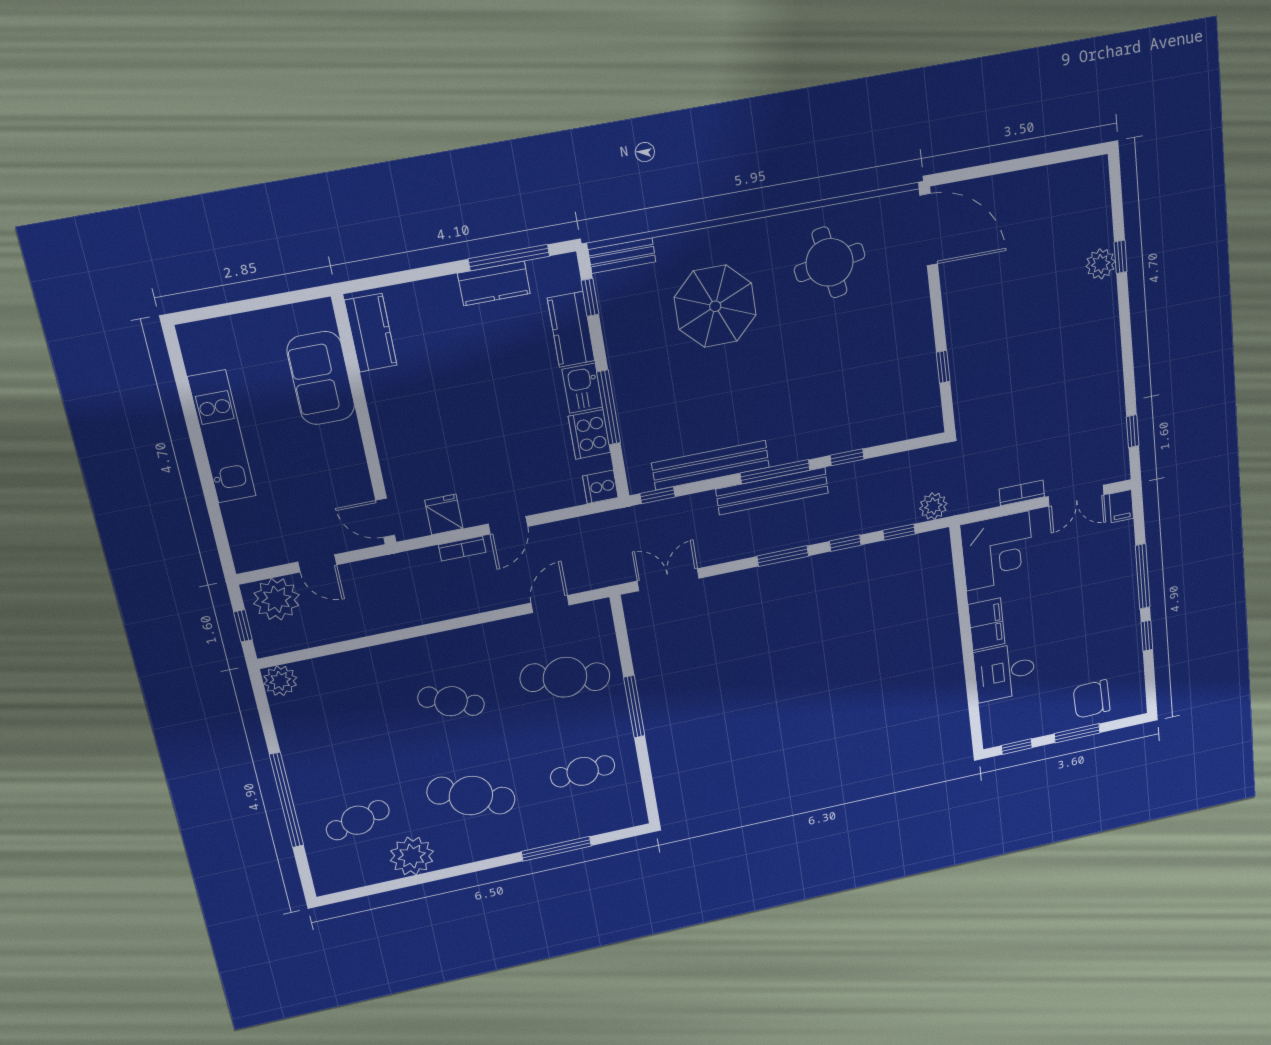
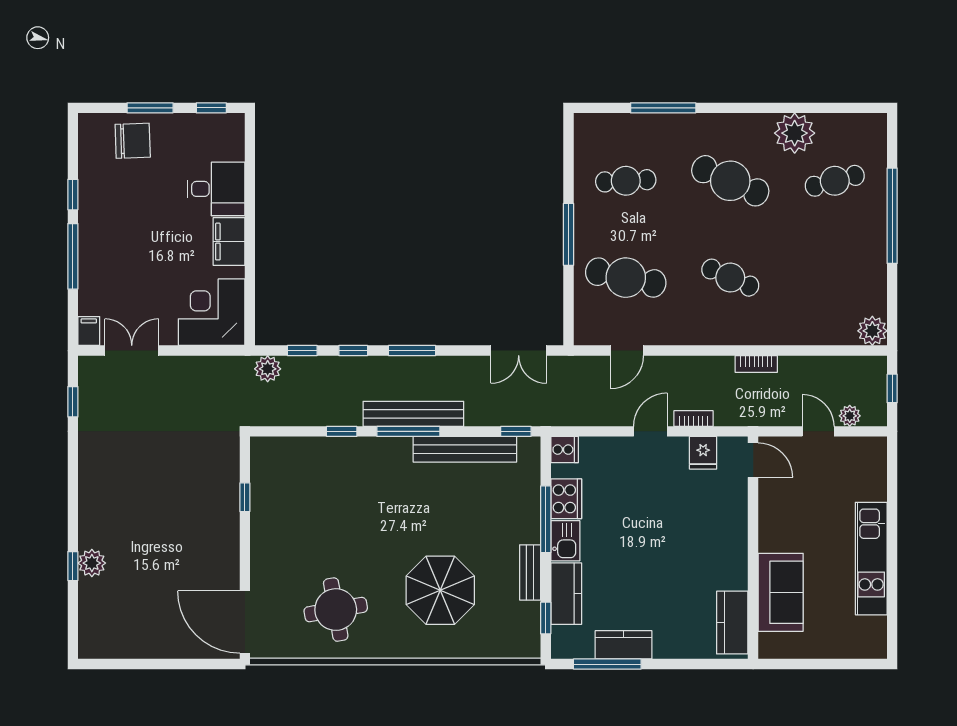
bench: (622, 256) -> (530, 572), moved, turned 90
bookcase: (1022, 493) -> (756, 364), moved
plant: (276, 599) -> (850, 416), width x0.53, depth x0.53

